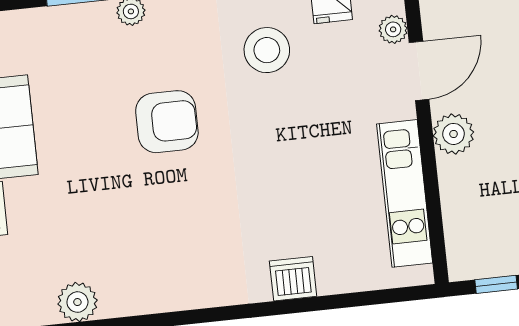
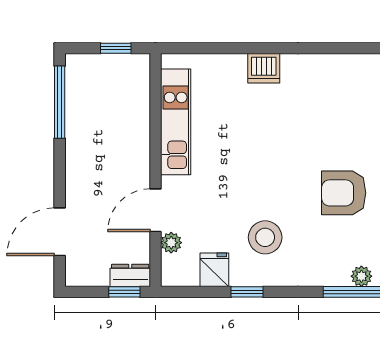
plant: (454, 134) -> (135, 162), removed

